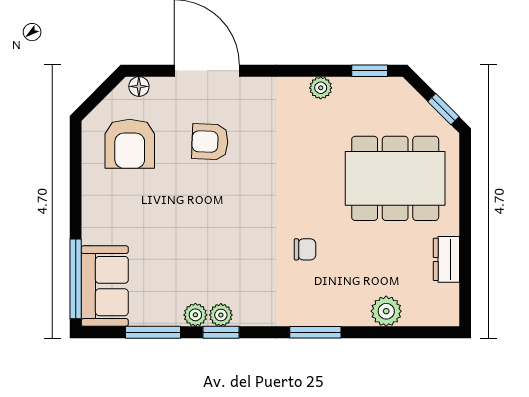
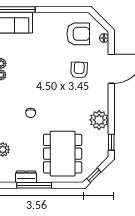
plant: (321, 88) -> (99, 120), width x1.87, depth x1.87
armchair: (130, 144) -> (78, 34), turned 180
window: (465, 242) -> (34, 185), added

